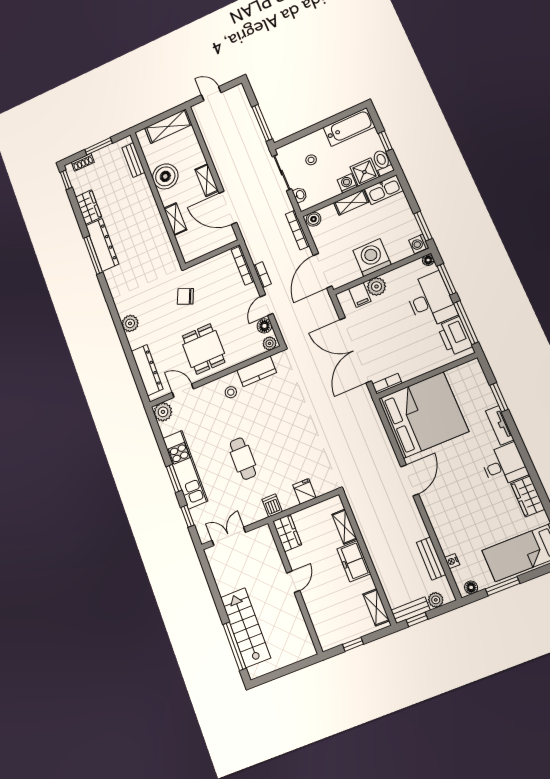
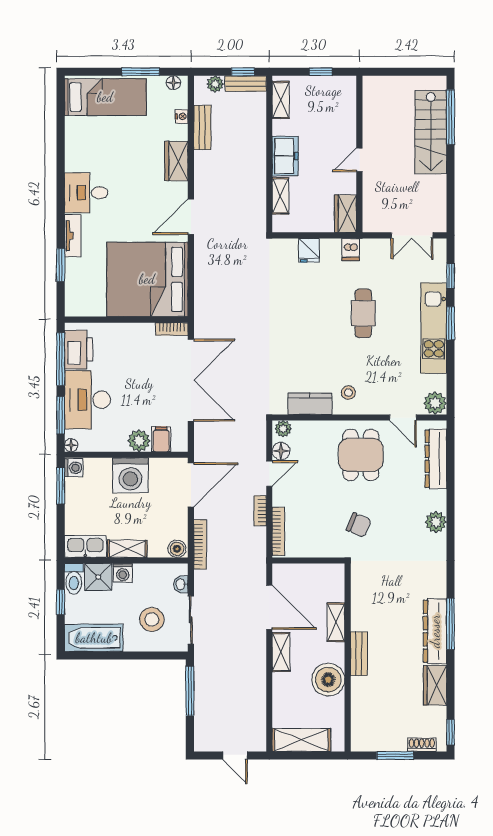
bench: (133, 160) -> (359, 654), moved
stool: (311, 160) -> (152, 619), width x1.89, depth x1.89
wardrobe: (528, 496) -> (176, 161), moved, turned 180

